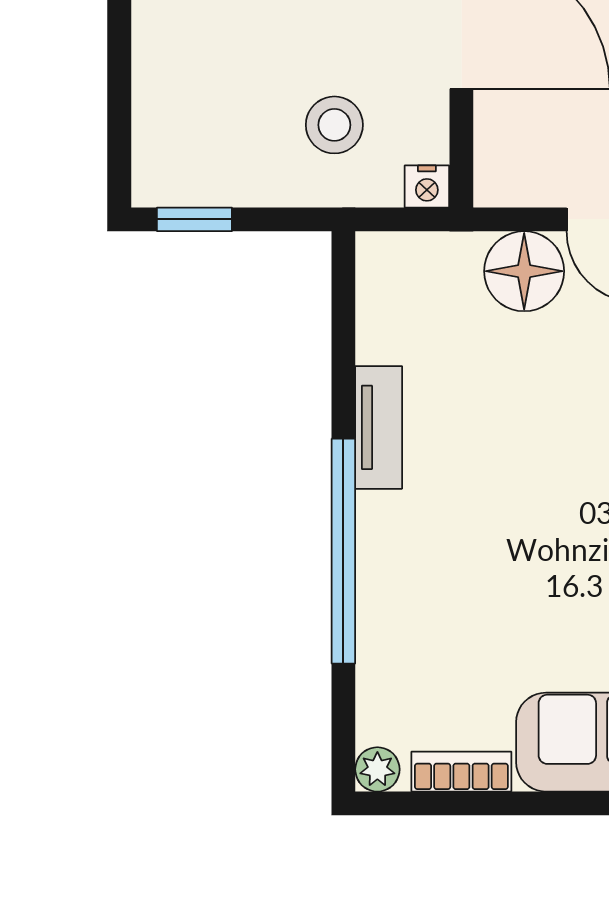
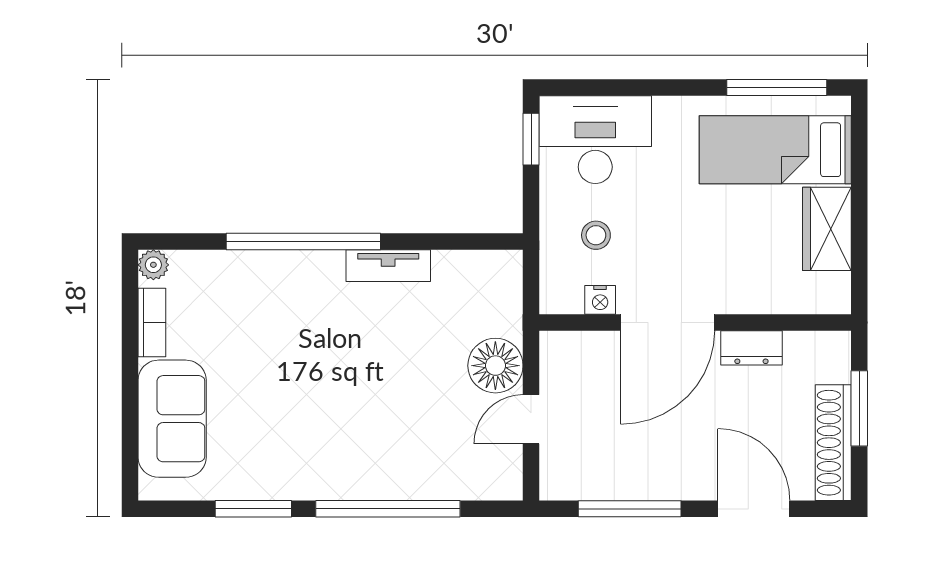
stool: (334, 125) -> (596, 235), width x0.73, depth x0.73
desk: (195, 126) -> (595, 140), added
nightstand: (427, 187) -> (600, 300), moved, turned -90

